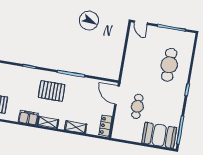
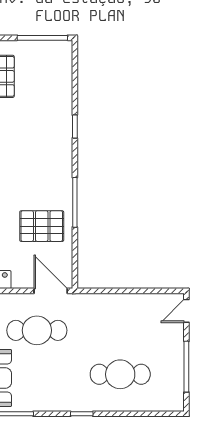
pallet: (52, 91) -> (42, 226), moved, turned 90
door: (117, 95) -> (51, 291), hinge flipped
cafe table: (137, 106) -> (37, 330), width x1.37, depth x1.35

